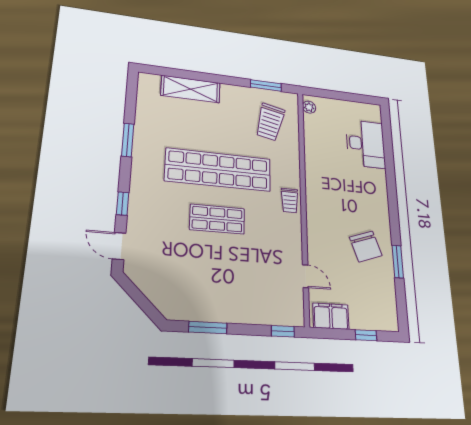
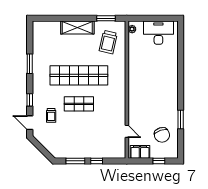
shelving: (191, 89) -> (77, 27), moved
desk: (366, 144) -> (158, 33), moved, turned -90
trolley: (290, 200) -> (51, 115), moved
chair: (366, 246) -> (162, 135), moved
window: (283, 331) -> (97, 161), moved

